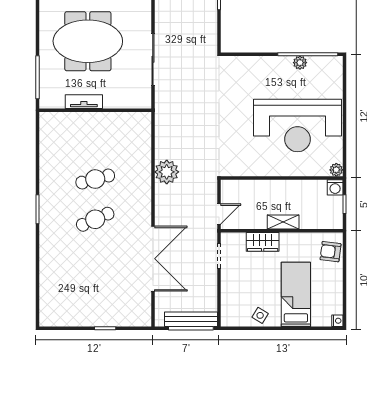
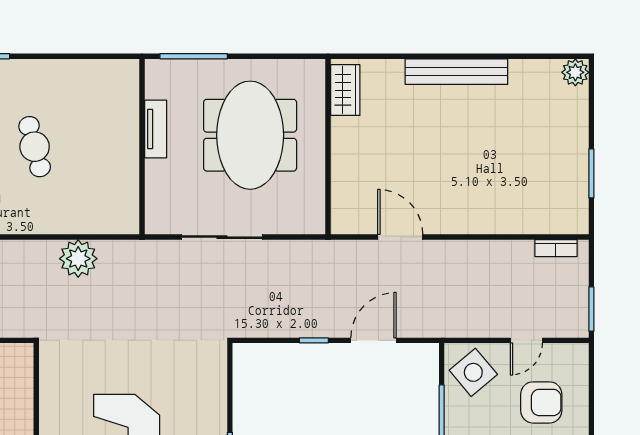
plant: (167, 172) -> (78, 259), moved

